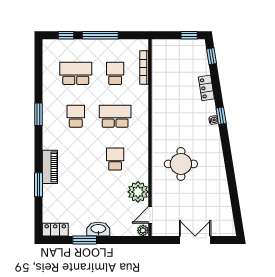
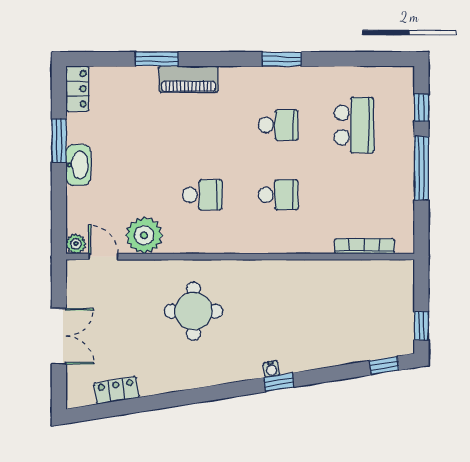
school desk: (115, 73) -> (354, 195), removed
locker: (206, 88) -> (116, 390), moved
school desk: (115, 116) -> (278, 195), width x0.54

